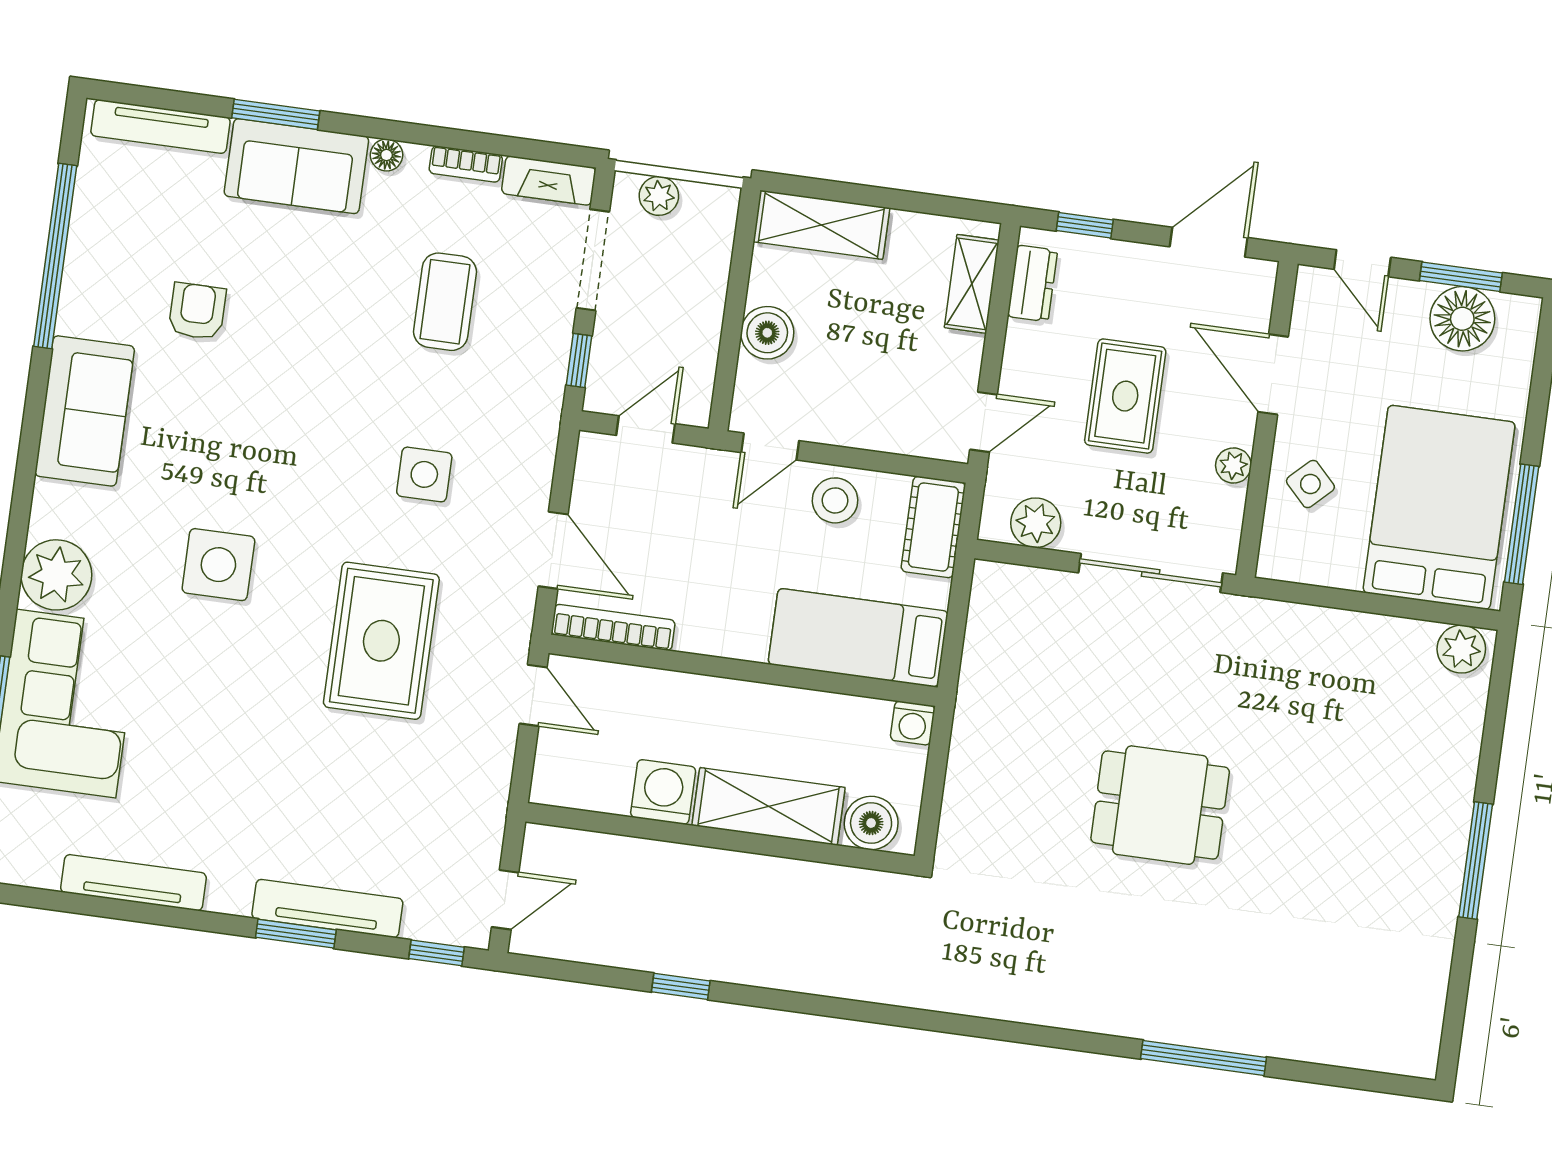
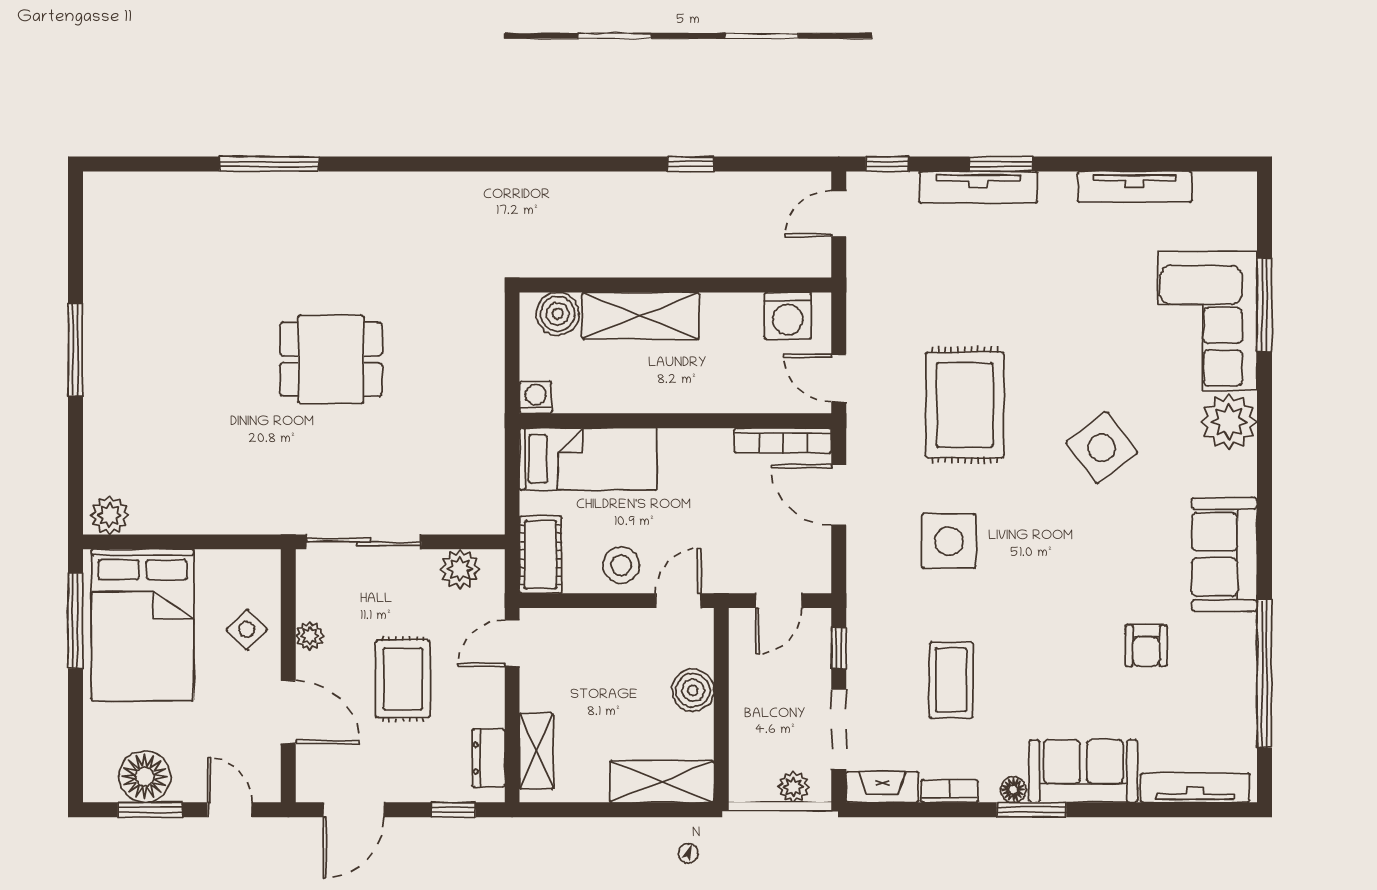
window: (276, 114) -> (1032, 810), moved
side table: (424, 474) -> (949, 541), width x1.37, depth x1.37
side table: (218, 565) -> (1102, 447), turned -37
washing machine: (663, 792) -> (788, 316), moved

